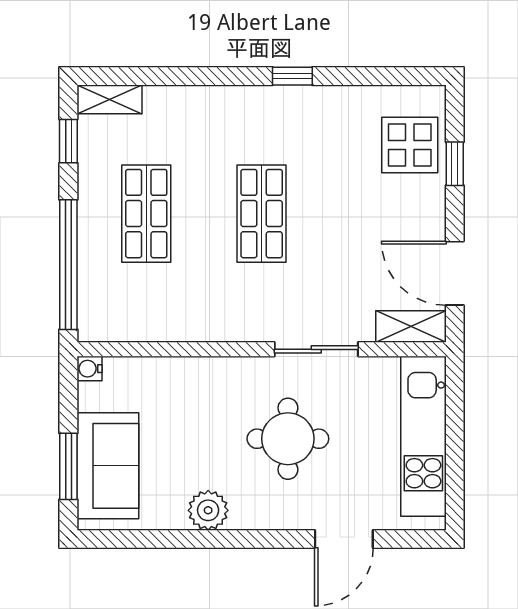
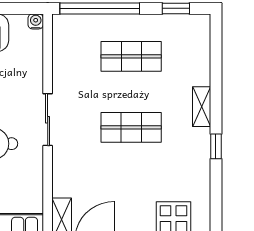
shelving: (110, 99) -> (202, 107), moved
sliding door: (316, 349) -> (48, 120), moved

